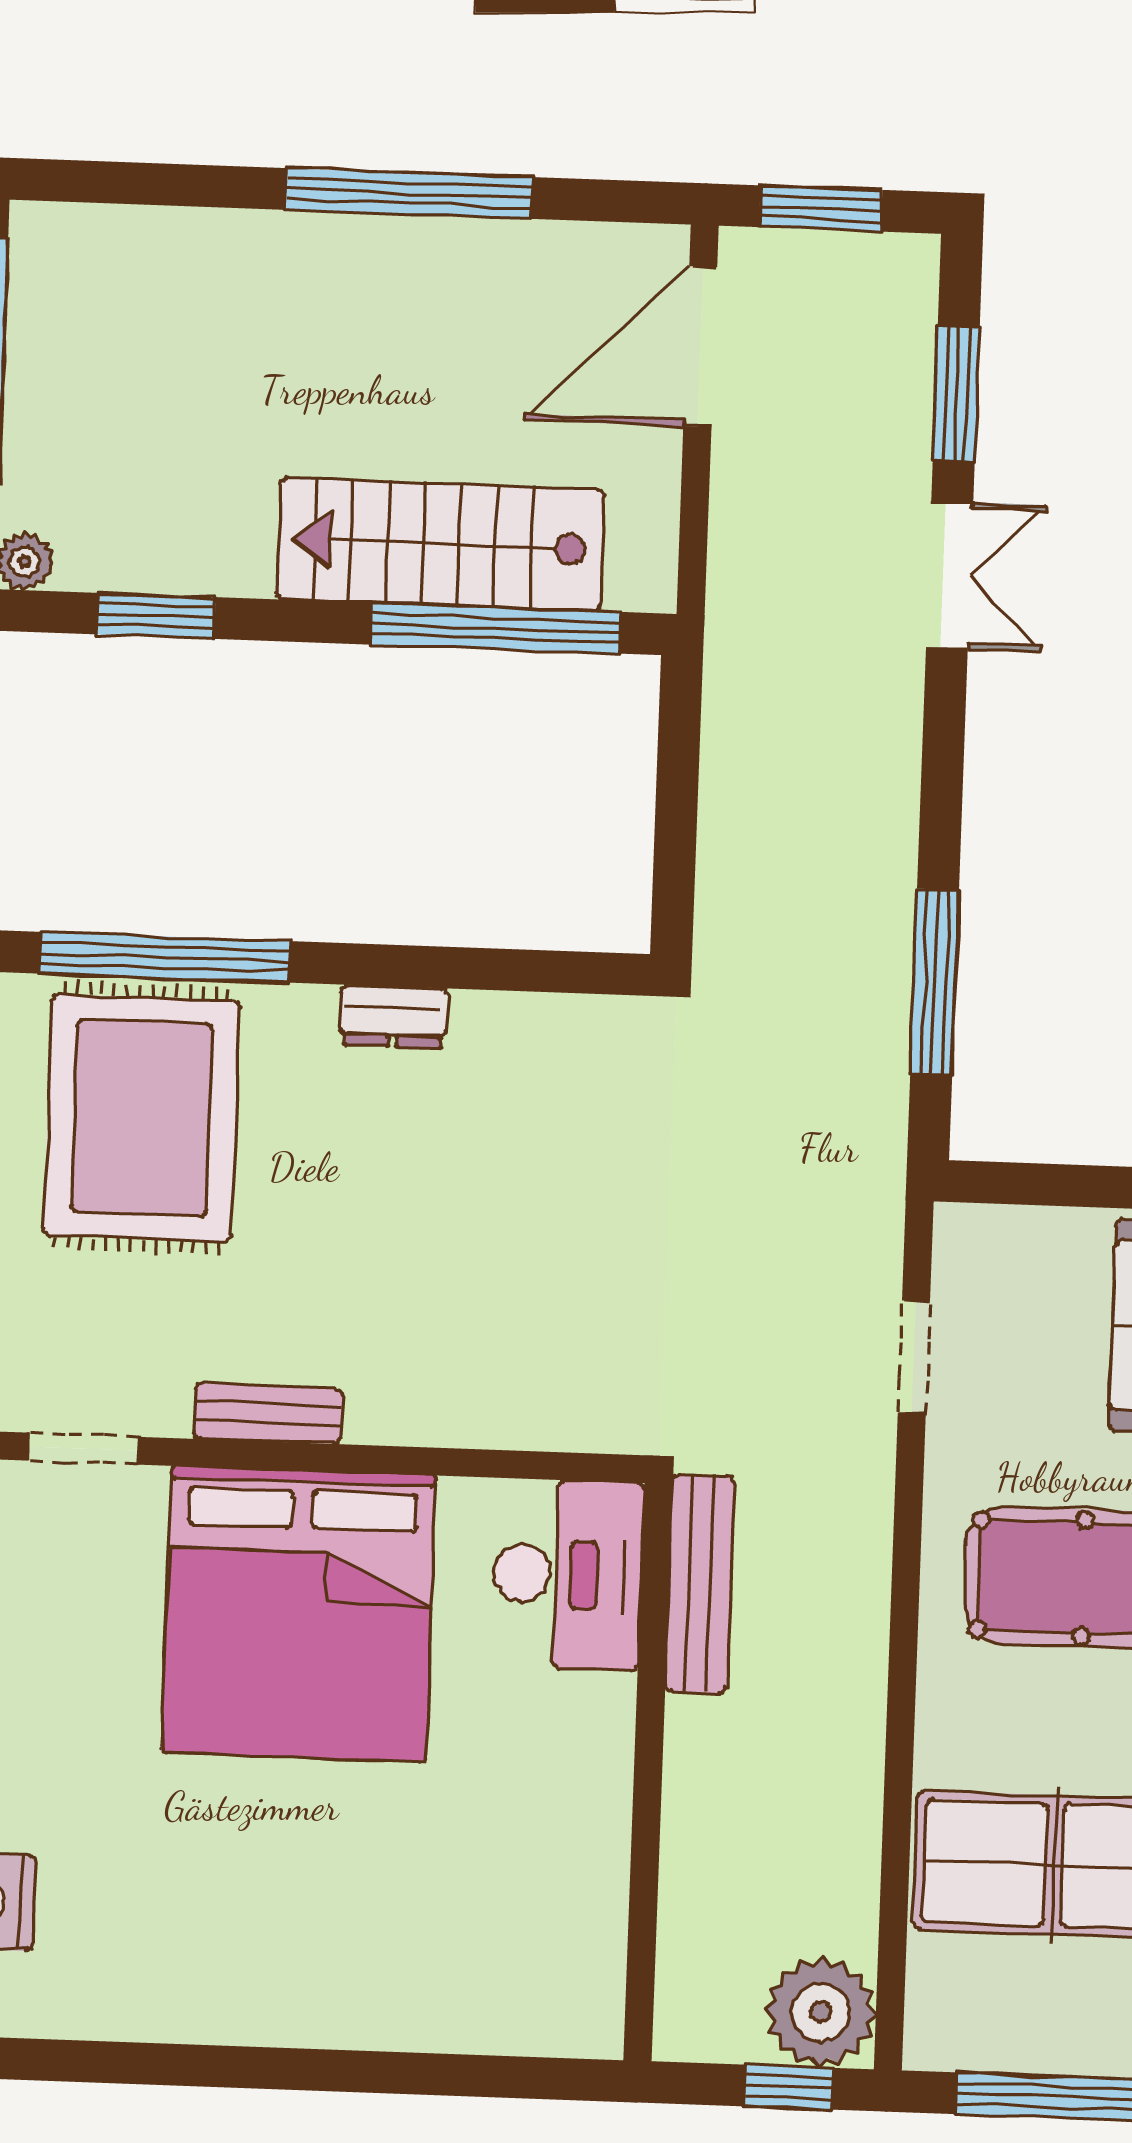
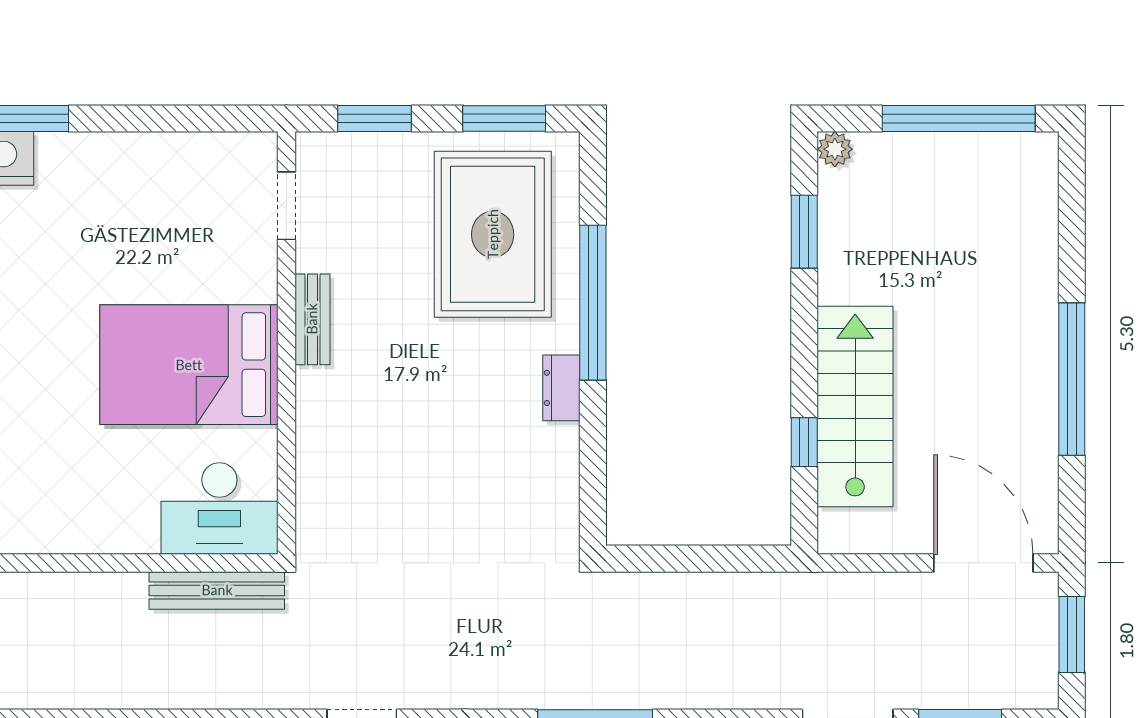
window: (495, 628) -> (804, 442), width x0.32
window: (165, 957) -> (593, 303), moved
rug: (142, 1118) -> (493, 234), turned 90
bed: (299, 1614) -> (189, 365), width x0.73

